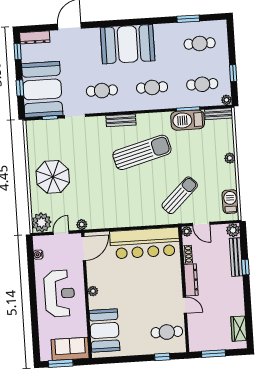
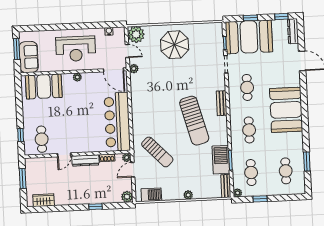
bench: (236, 257) -> (104, 199), removed

